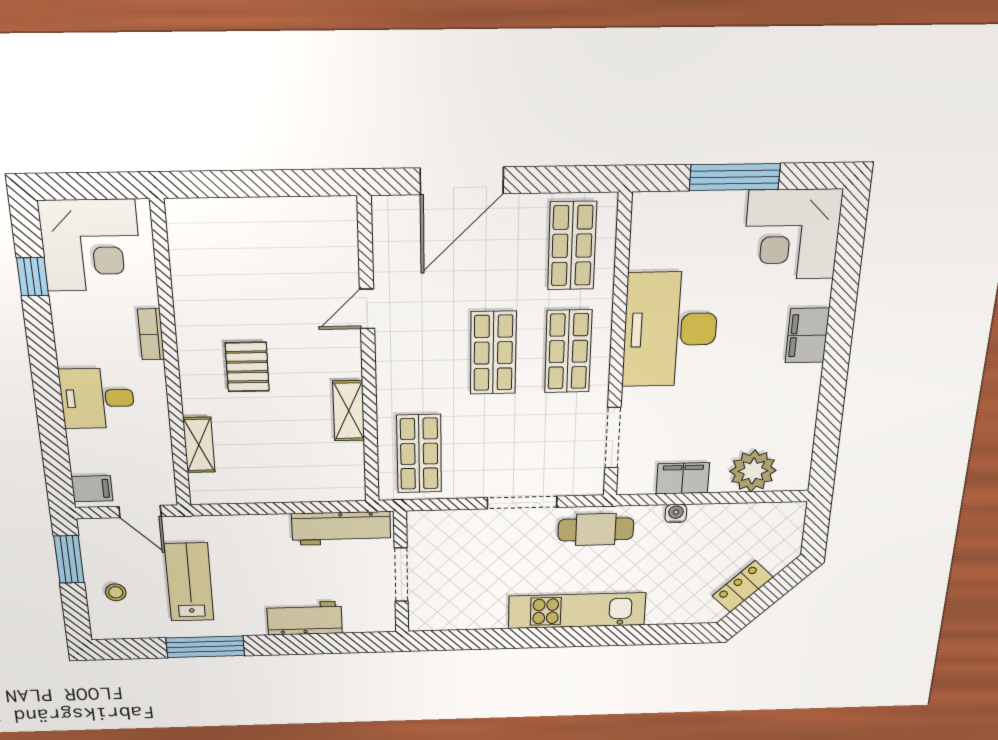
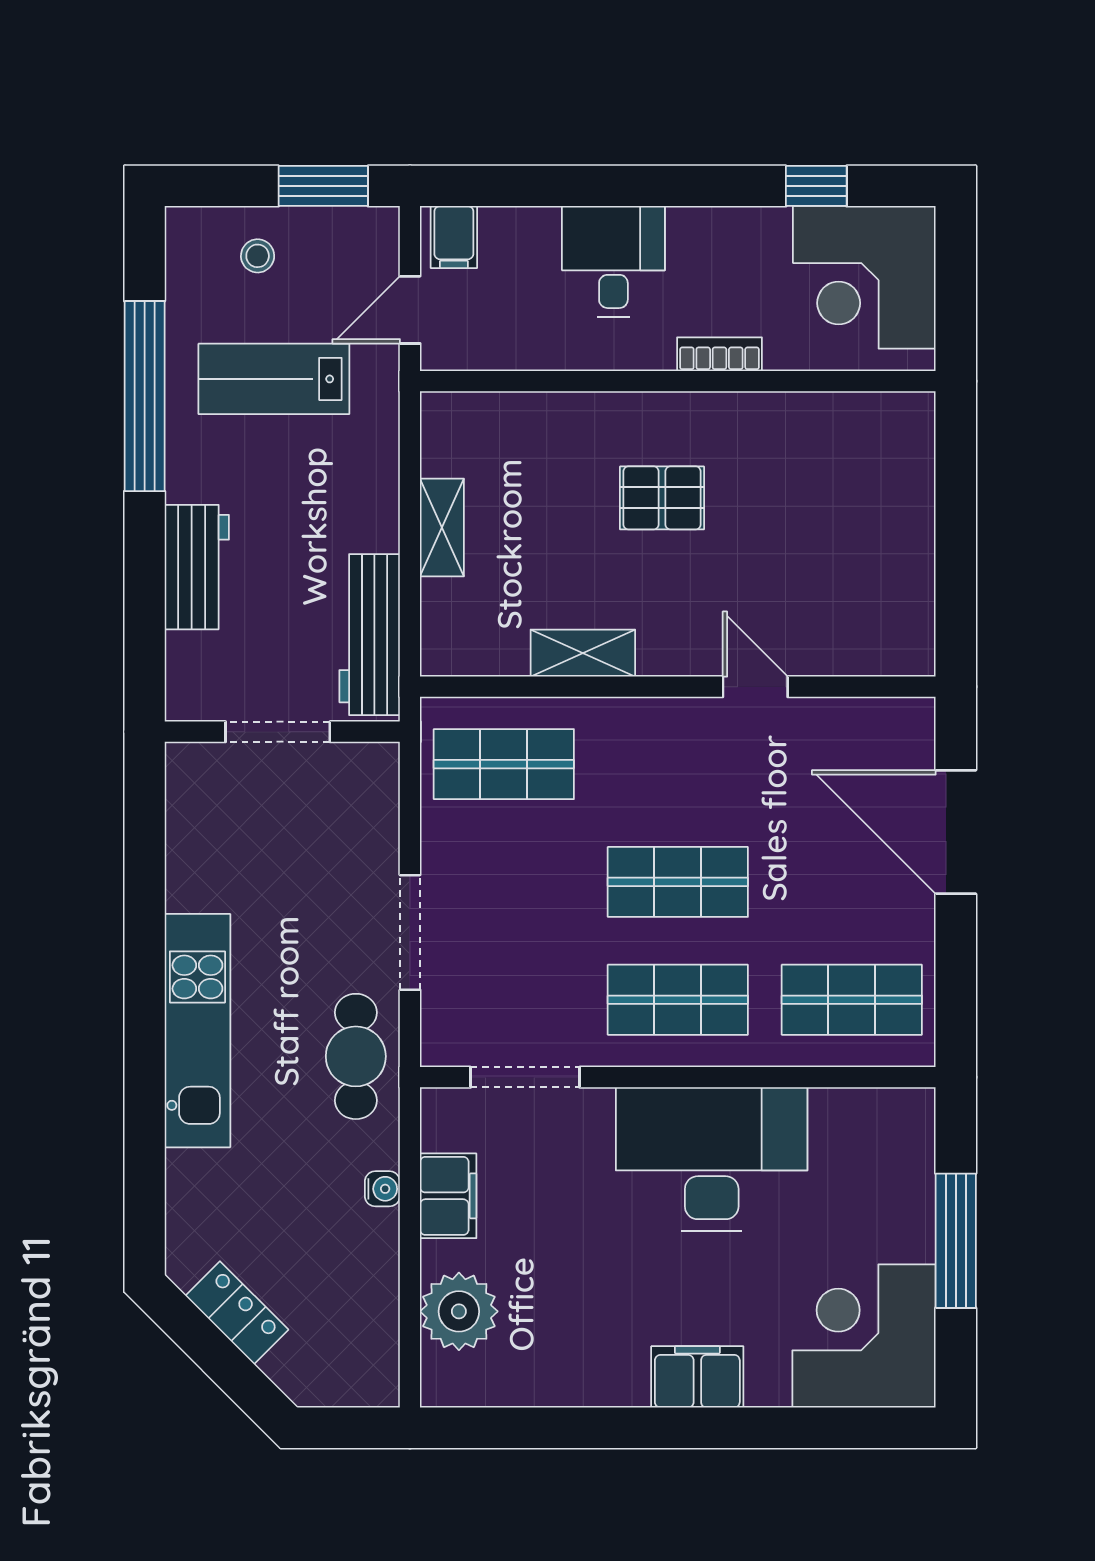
shelving: (199, 445) -> (442, 527), moved, turned 90
lab bench: (189, 582) -> (274, 379), turned 180
window: (205, 647) -> (145, 396), width x1.46

